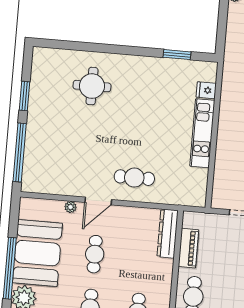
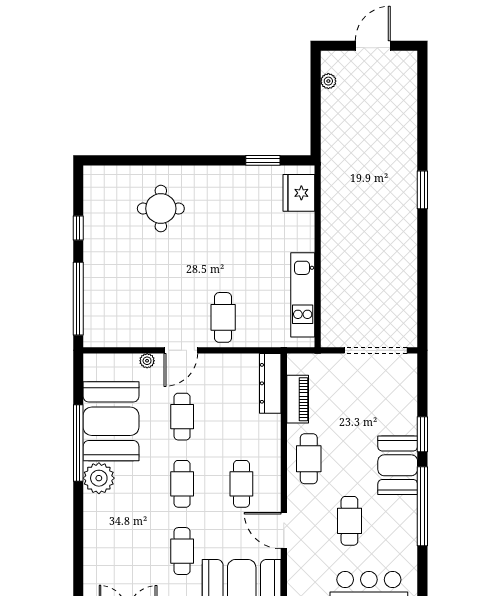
fridge: (206, 90) -> (299, 193), width x1.88, depth x1.34
window: (24, 96) -> (78, 228), width x0.67
kitchen unit: (202, 133) -> (303, 295), moved
cafe table: (134, 178) -> (223, 317), turned 90

